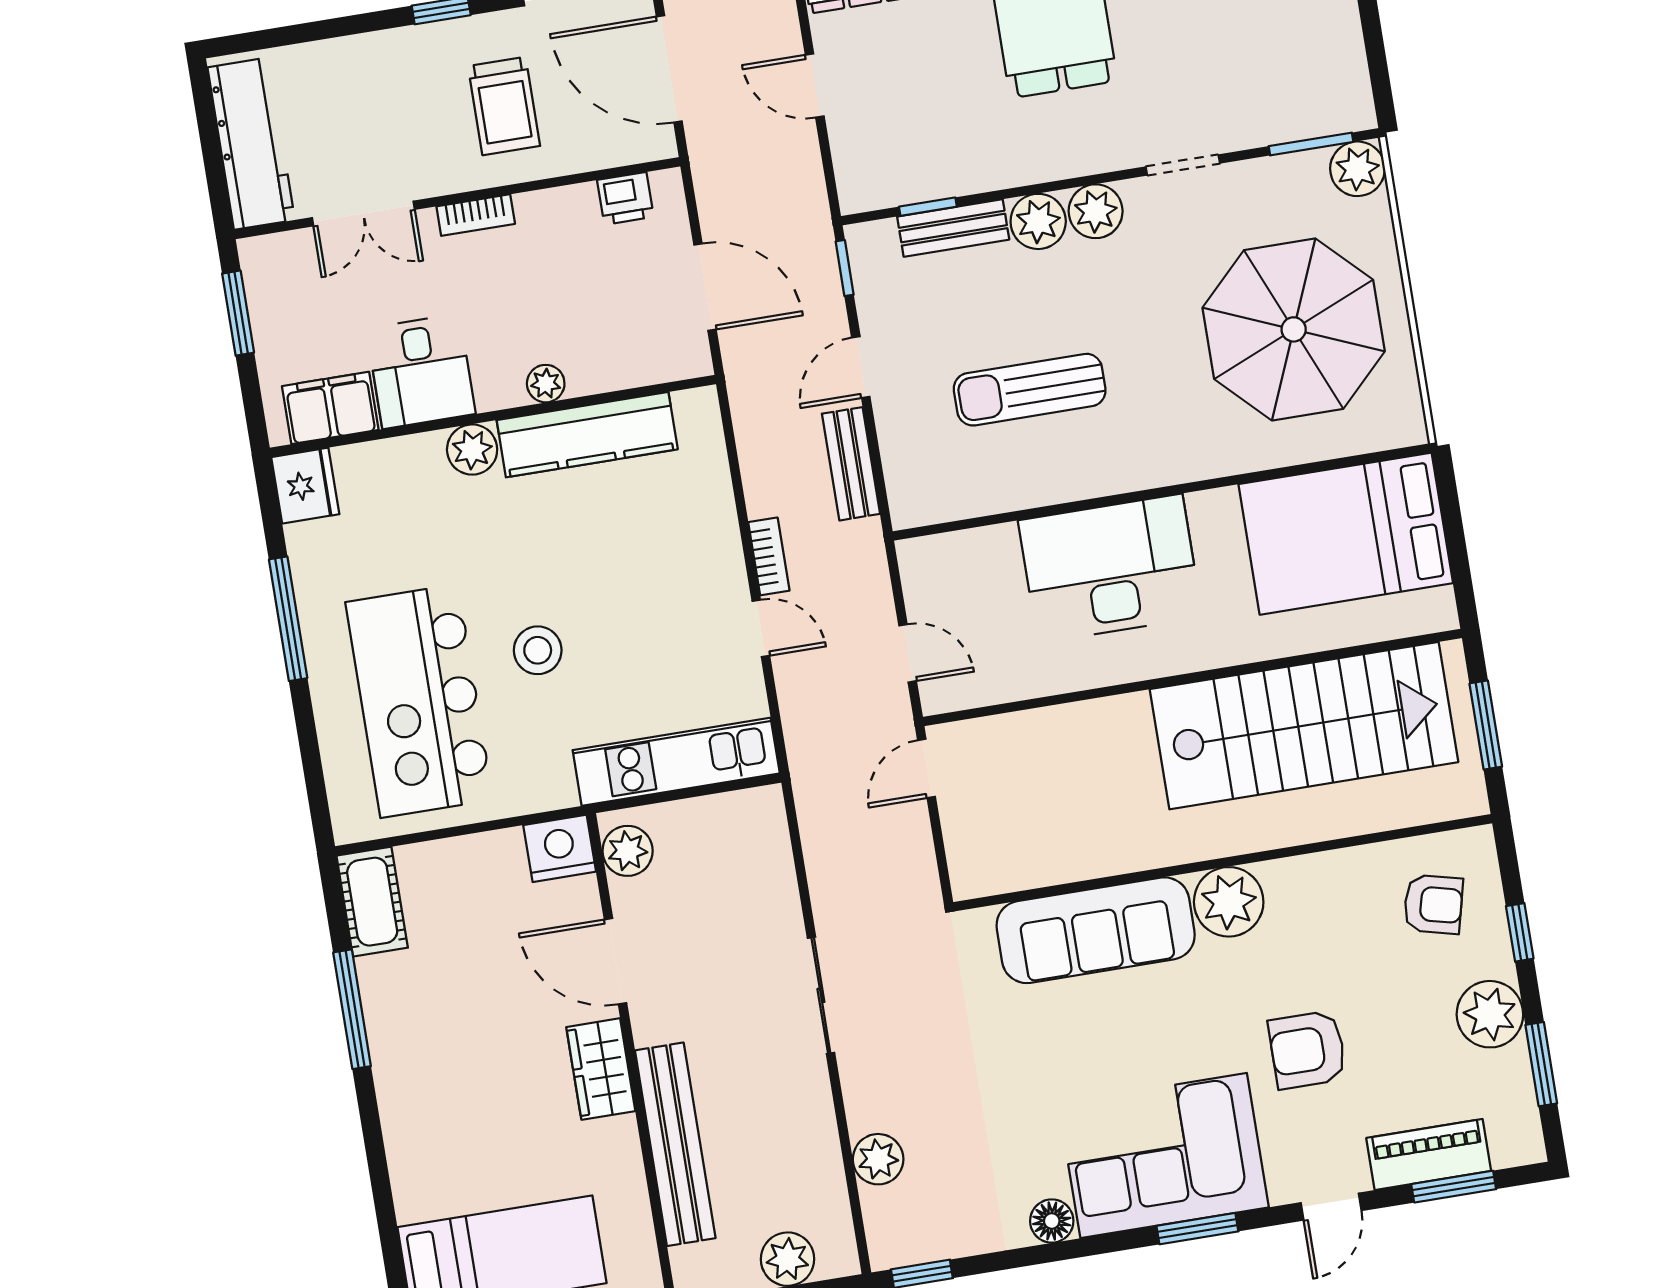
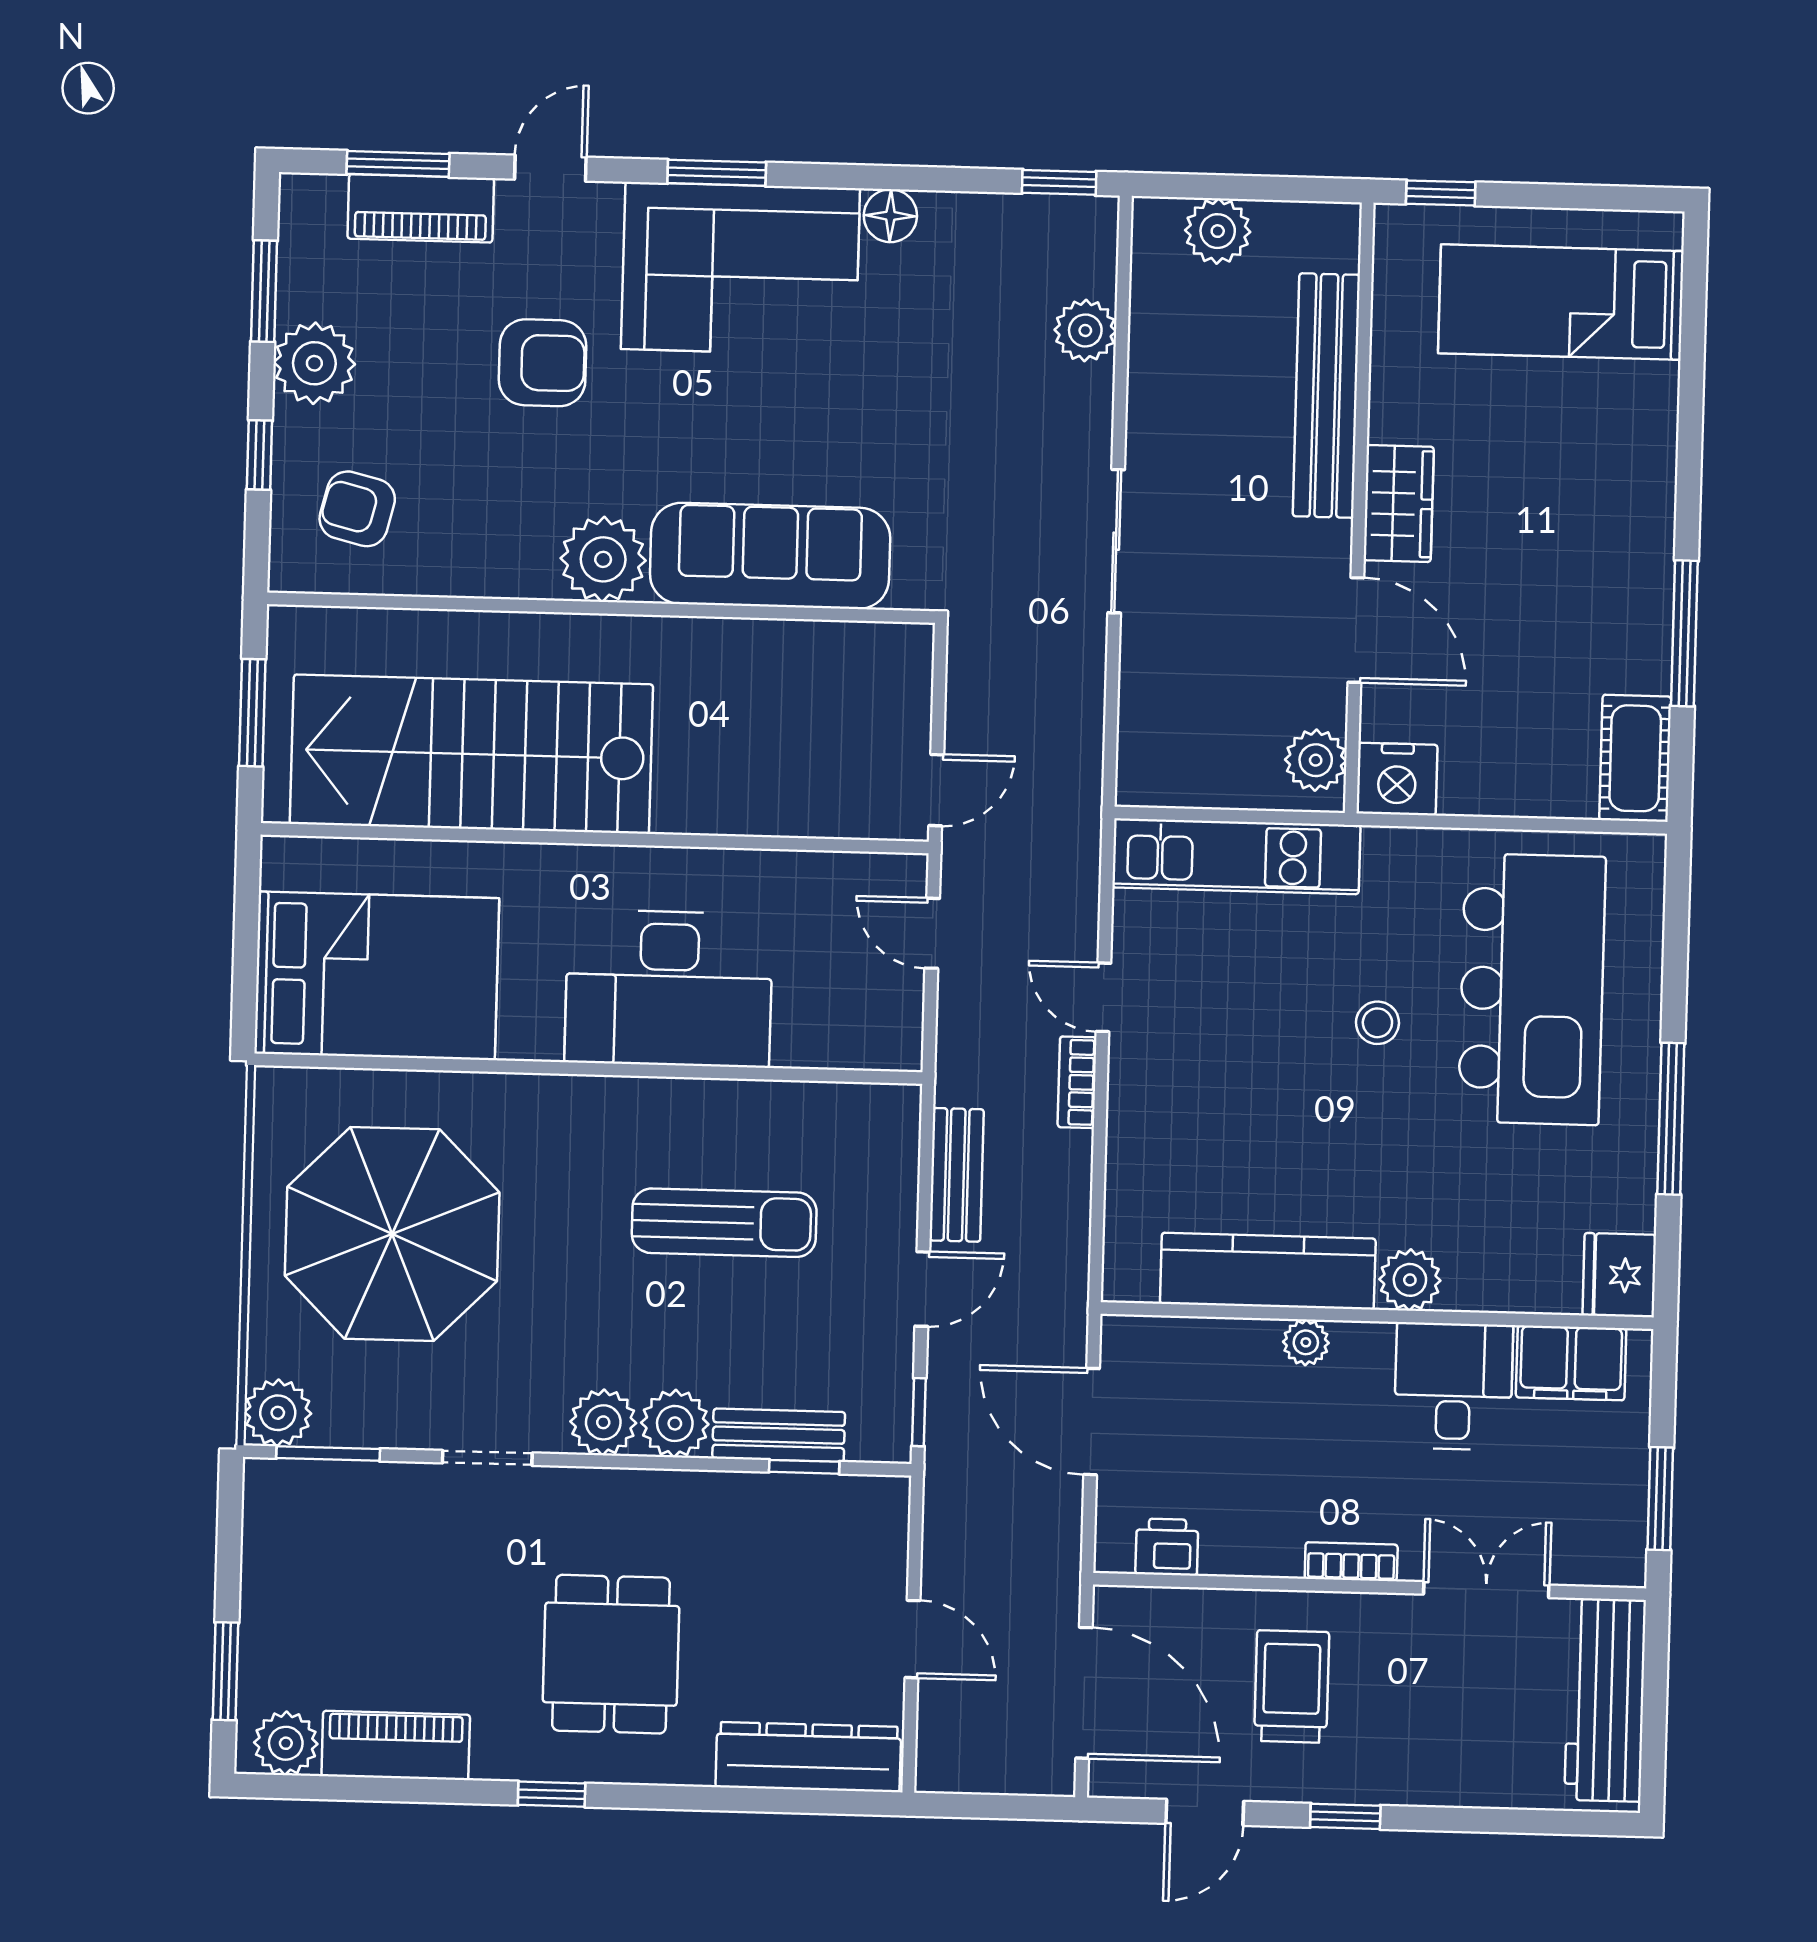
stool: (538, 650) -> (1377, 1023), width x0.73, depth x0.73

